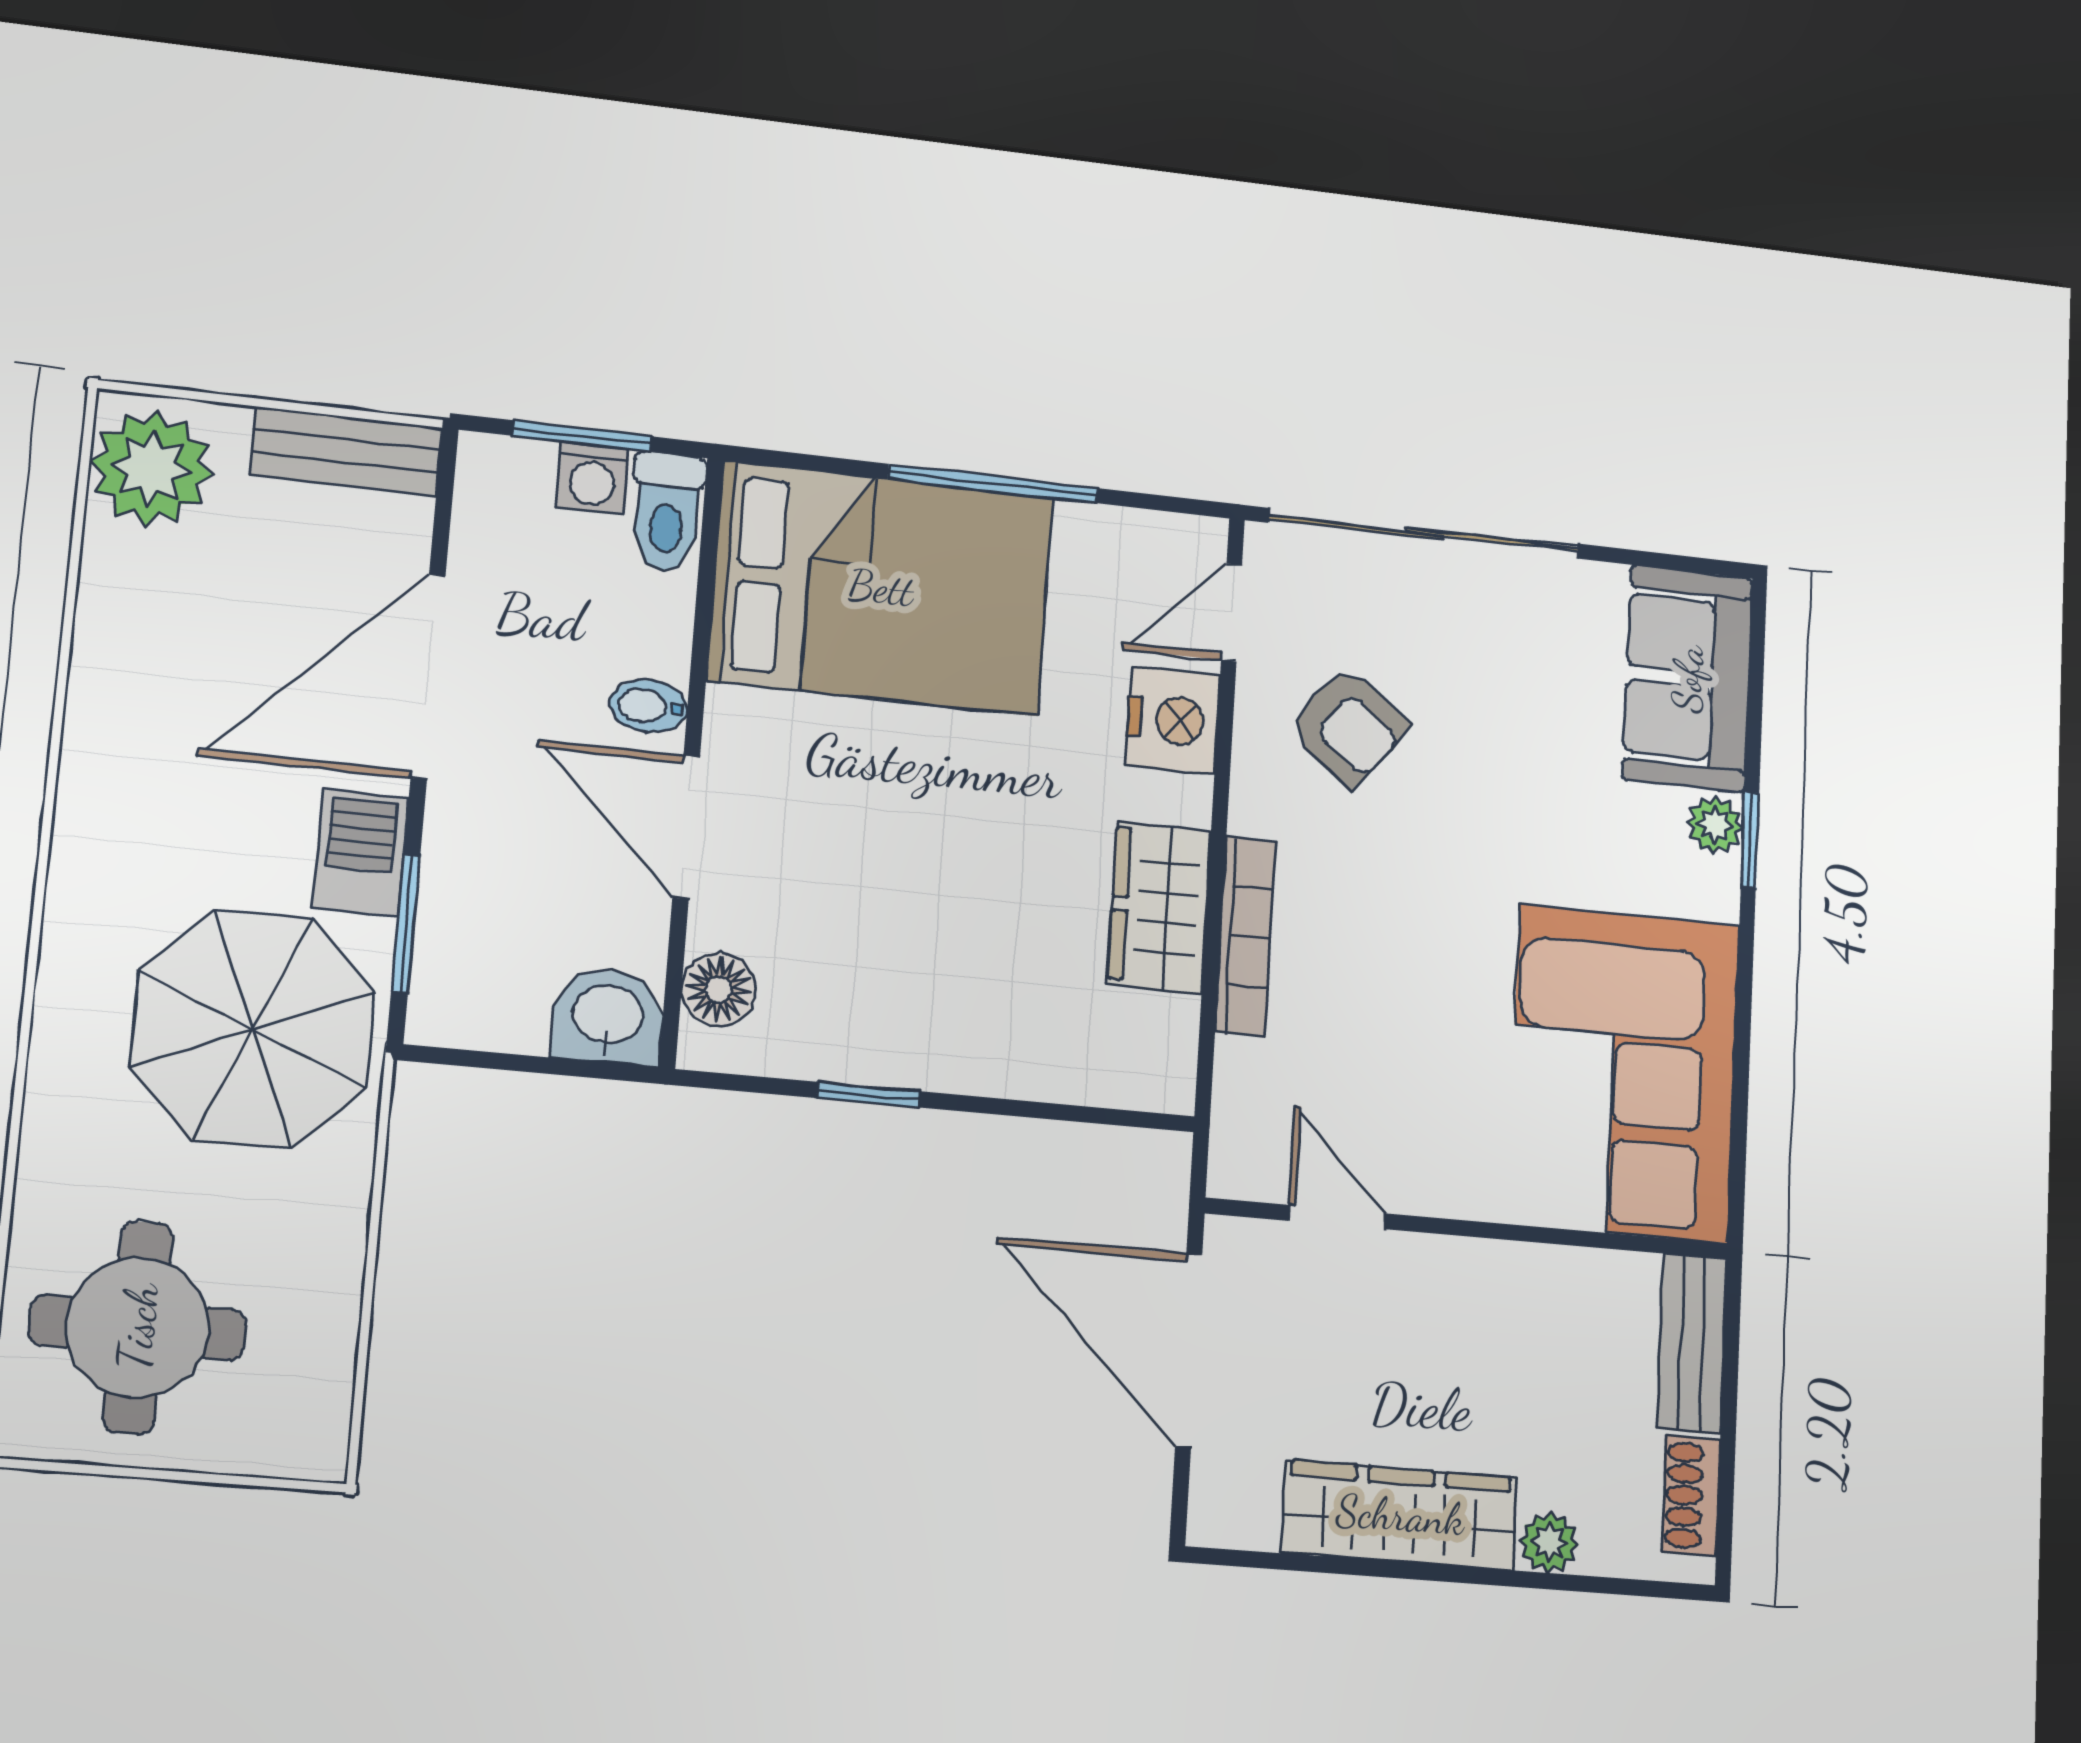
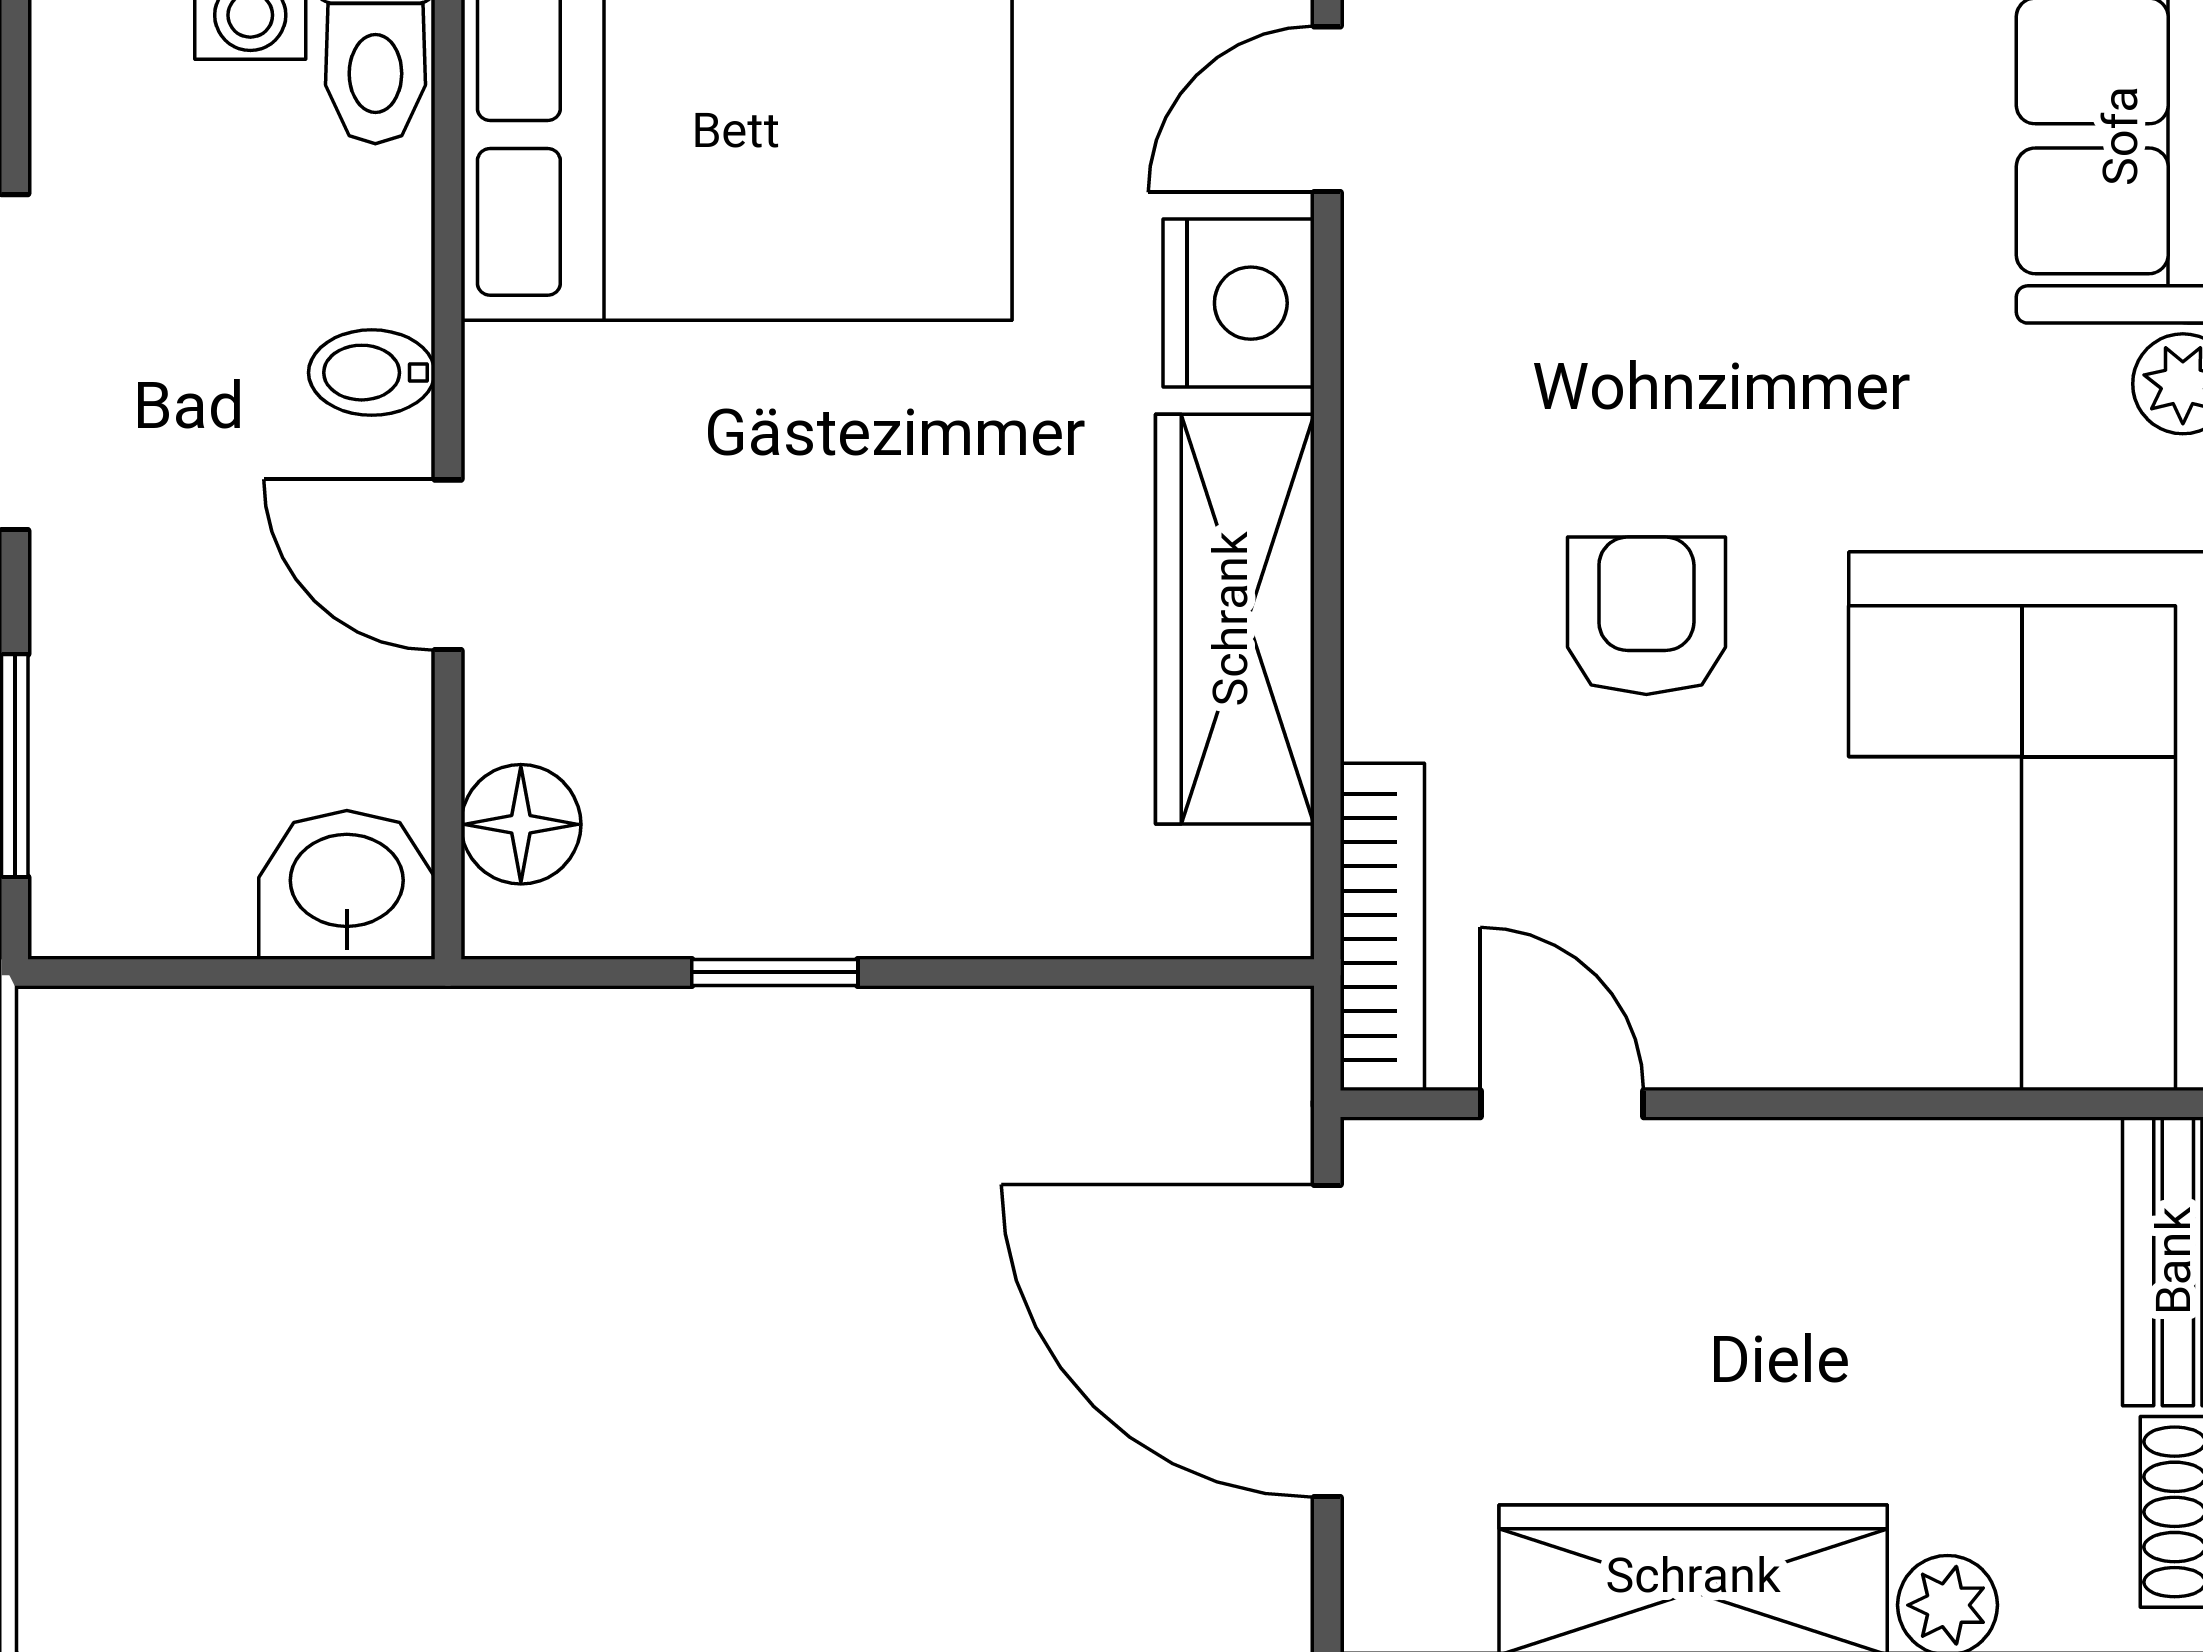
armchair: (1348, 726) -> (1646, 616), moved, turned -128
door: (686, 827) -> (448, 565), width x0.73
wardrobe: (1159, 907) -> (1235, 619), width x1.50
bookcase: (1245, 937) -> (1382, 927), moved

